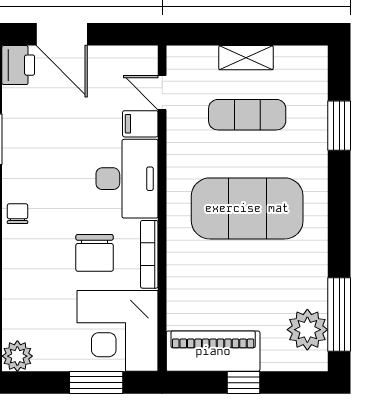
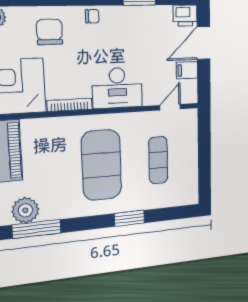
shelving: (246, 58) -> (191, 157), removed
filing cabinet: (140, 124) -> (187, 70), moved, turned -90
window: (339, 126) -> (129, 218), moved
chair: (95, 253) -> (50, 32), moved, turned 90

